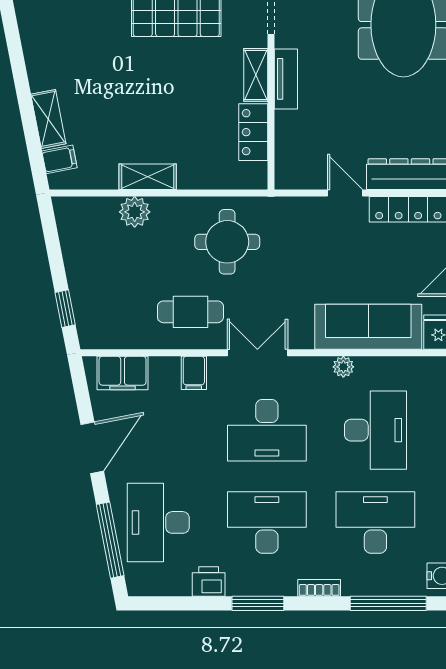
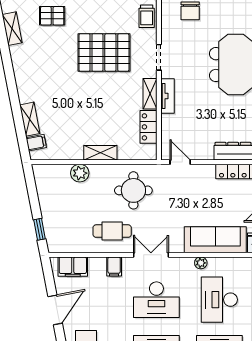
shelving: (148, 177) -> (100, 153), moved
door: (345, 193) -> (180, 162), moved
desk: (375, 430) -> (219, 300), turned 180

